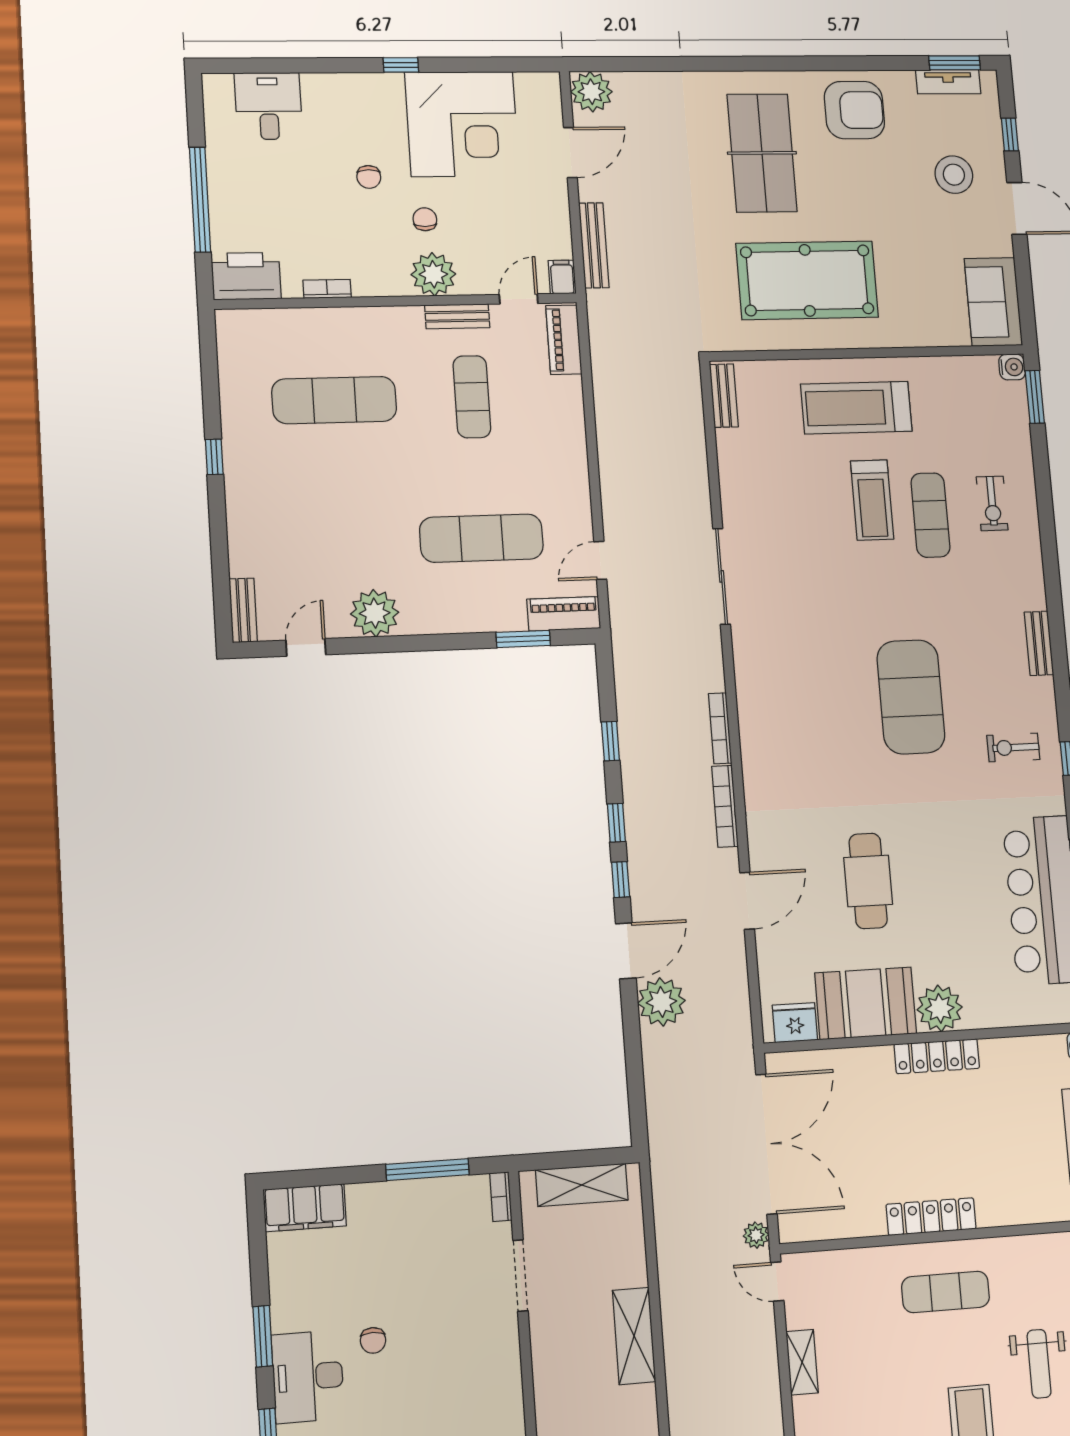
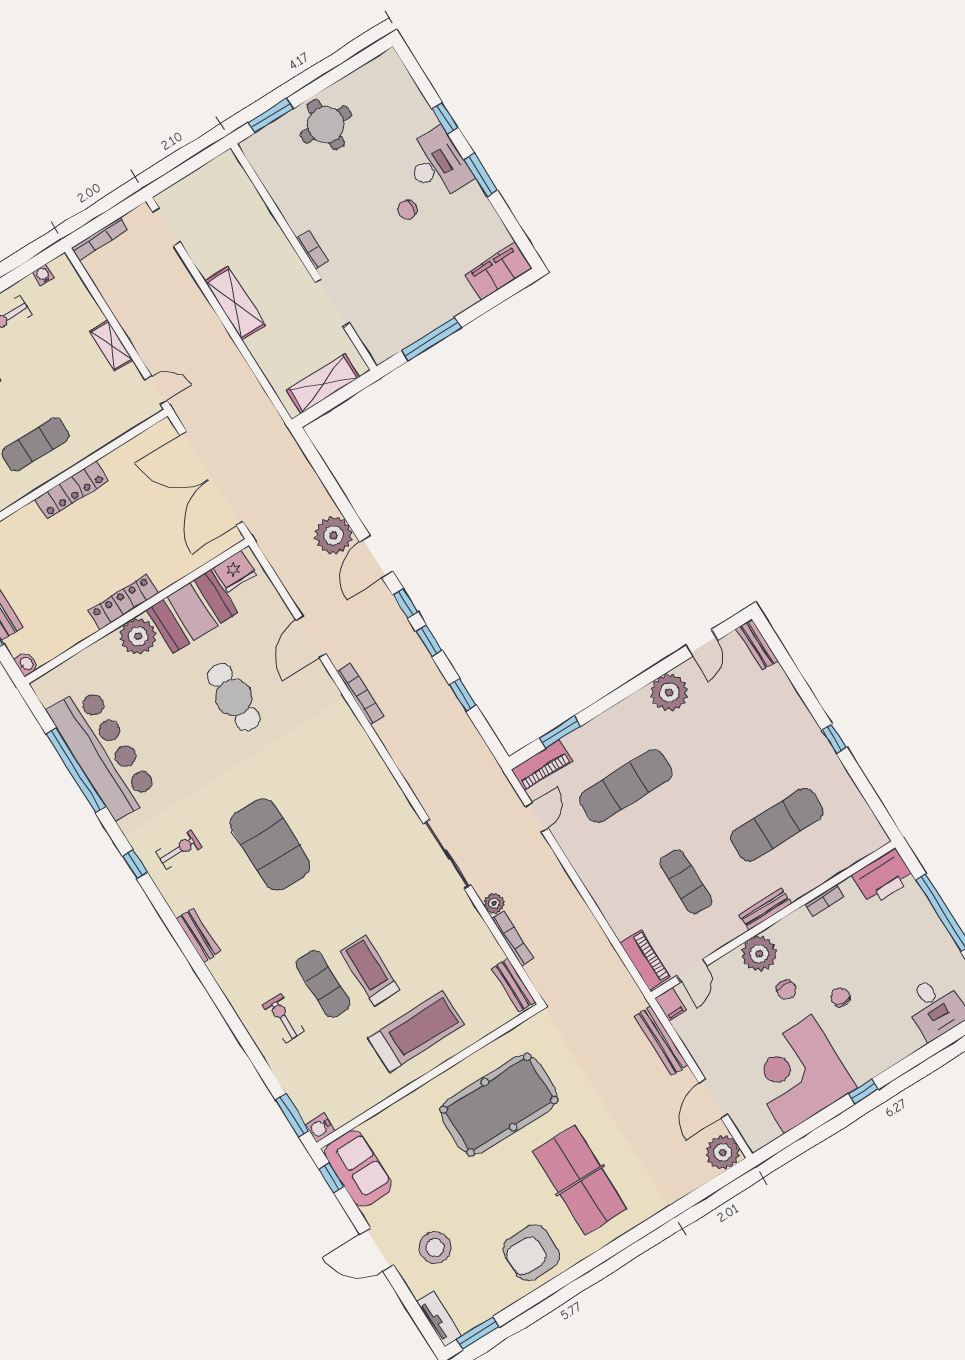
tv unit: (948, 82) -> (439, 1319), moved, turned 90
window: (1010, 134) -> (332, 1178), moved
bench: (457, 316) -> (765, 909), moved
bookcase: (720, 728) -> (513, 939), moved
bookcase: (501, 1197) -> (312, 250), moved
plant: (756, 1235) -> (494, 903), moved
chair: (373, 1340) -> (407, 210), turned -90

